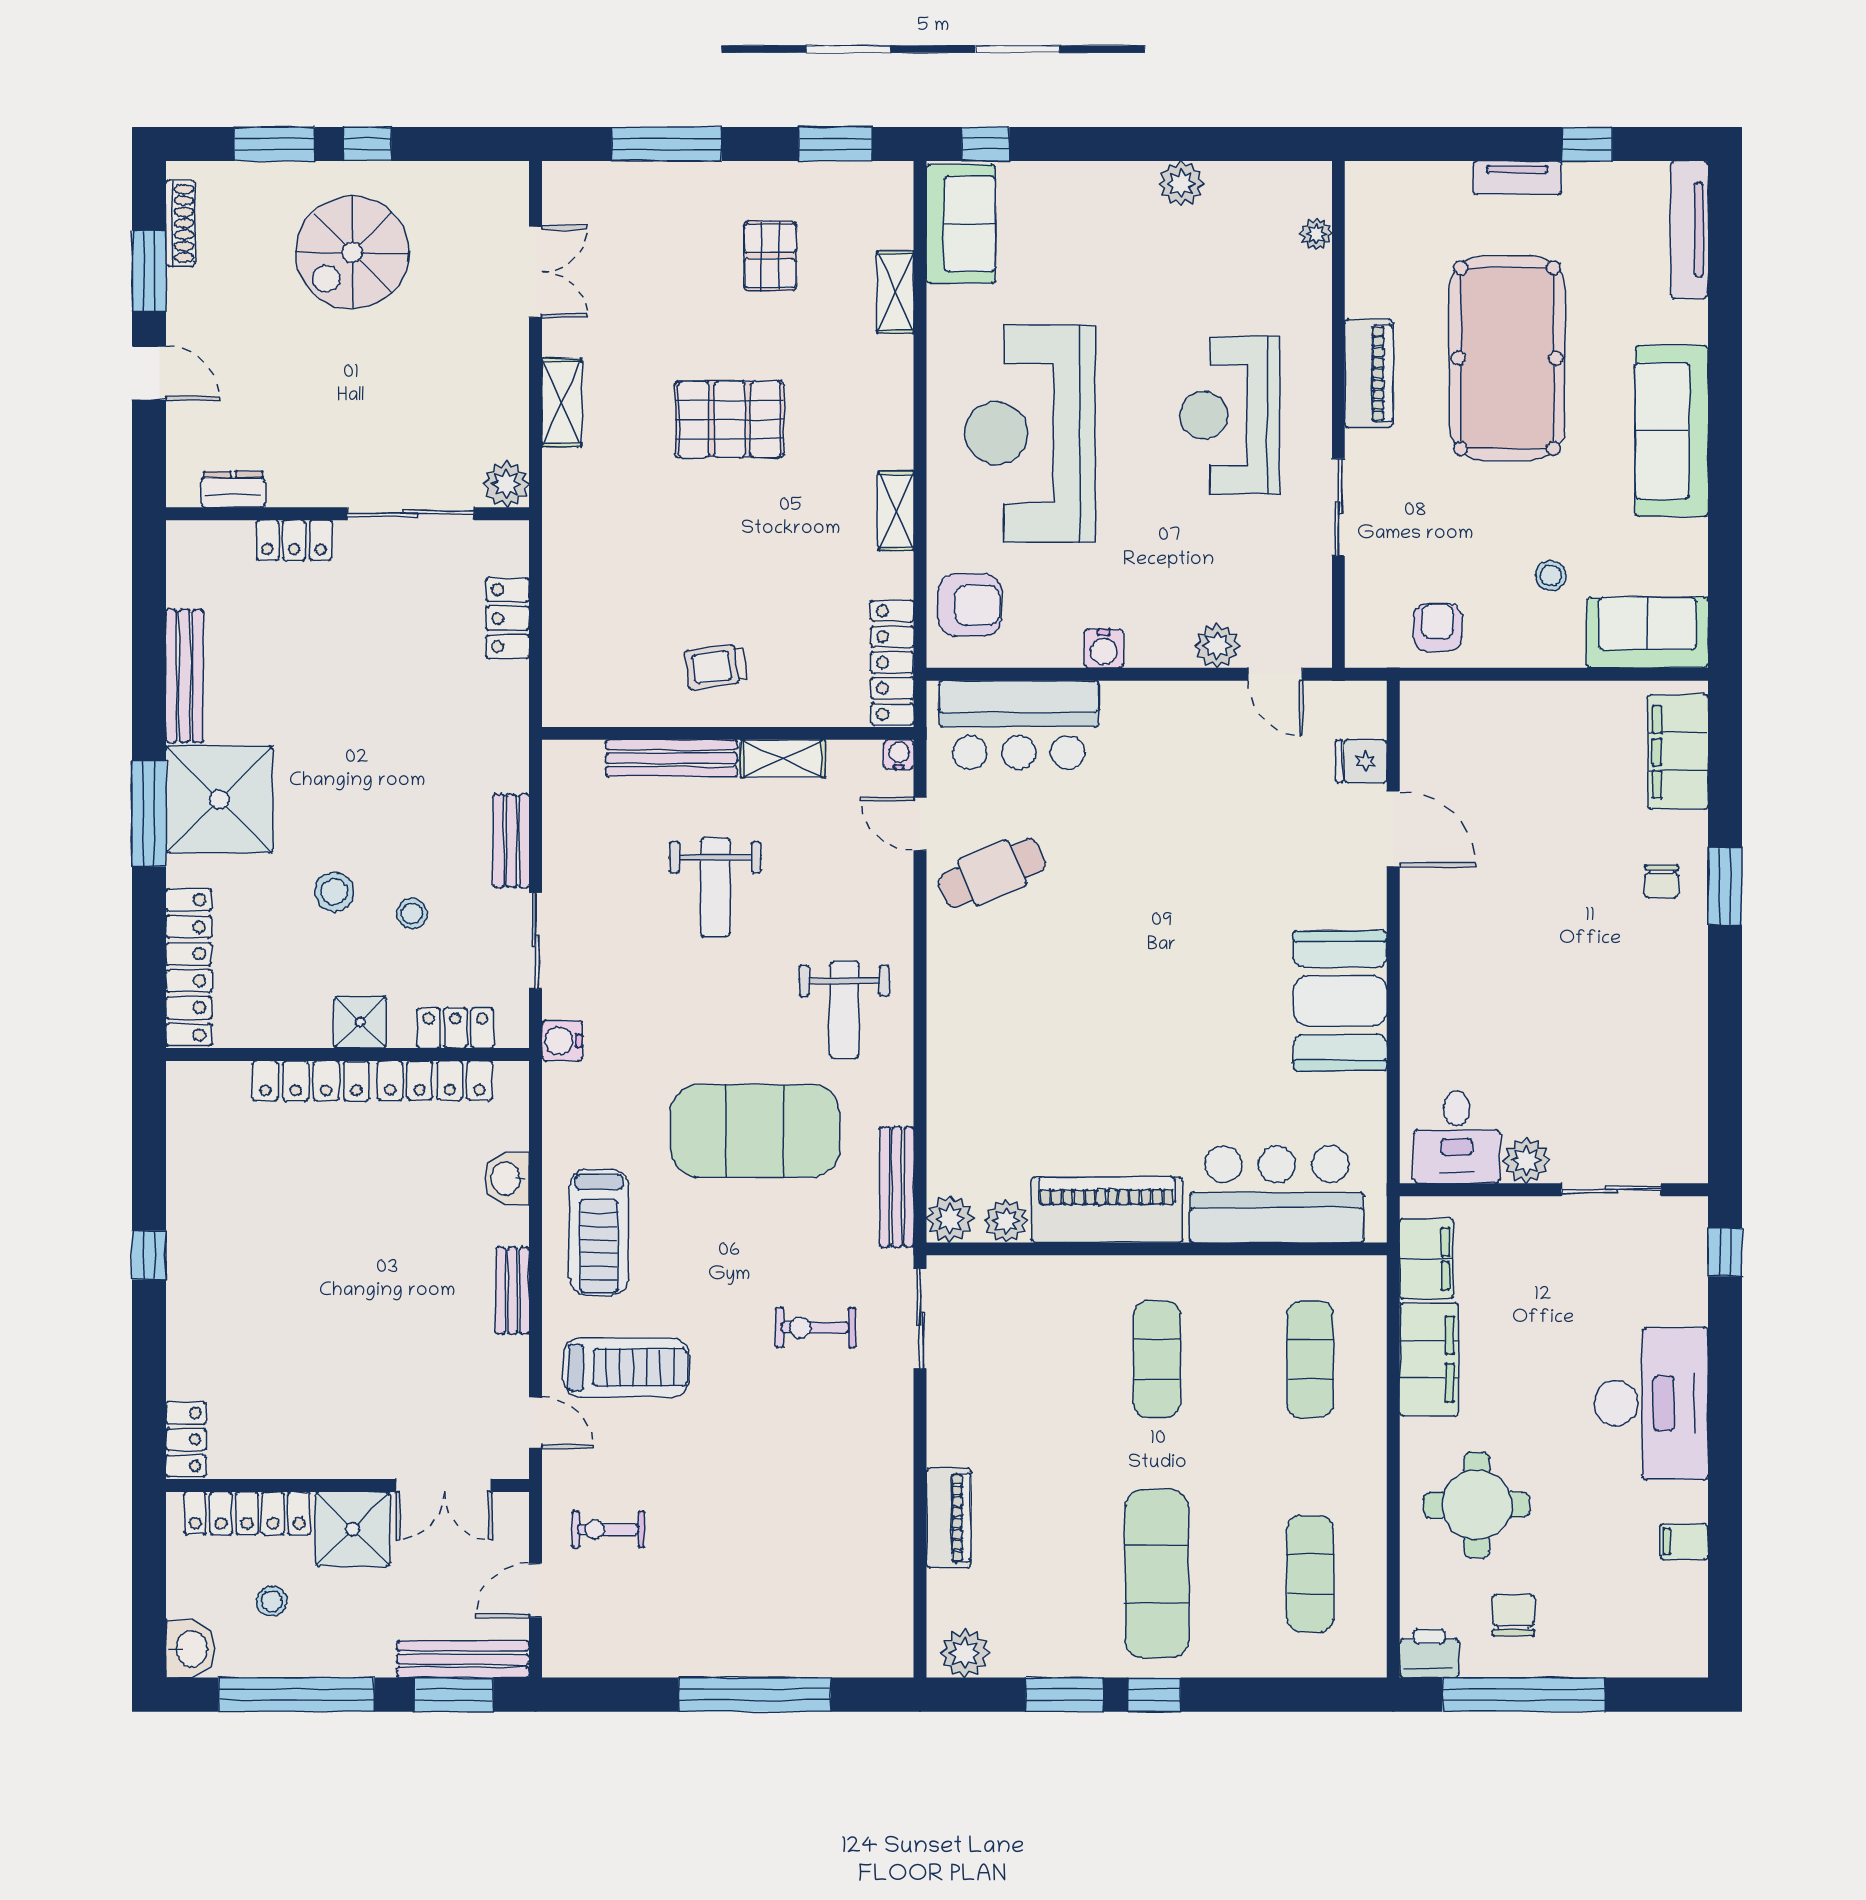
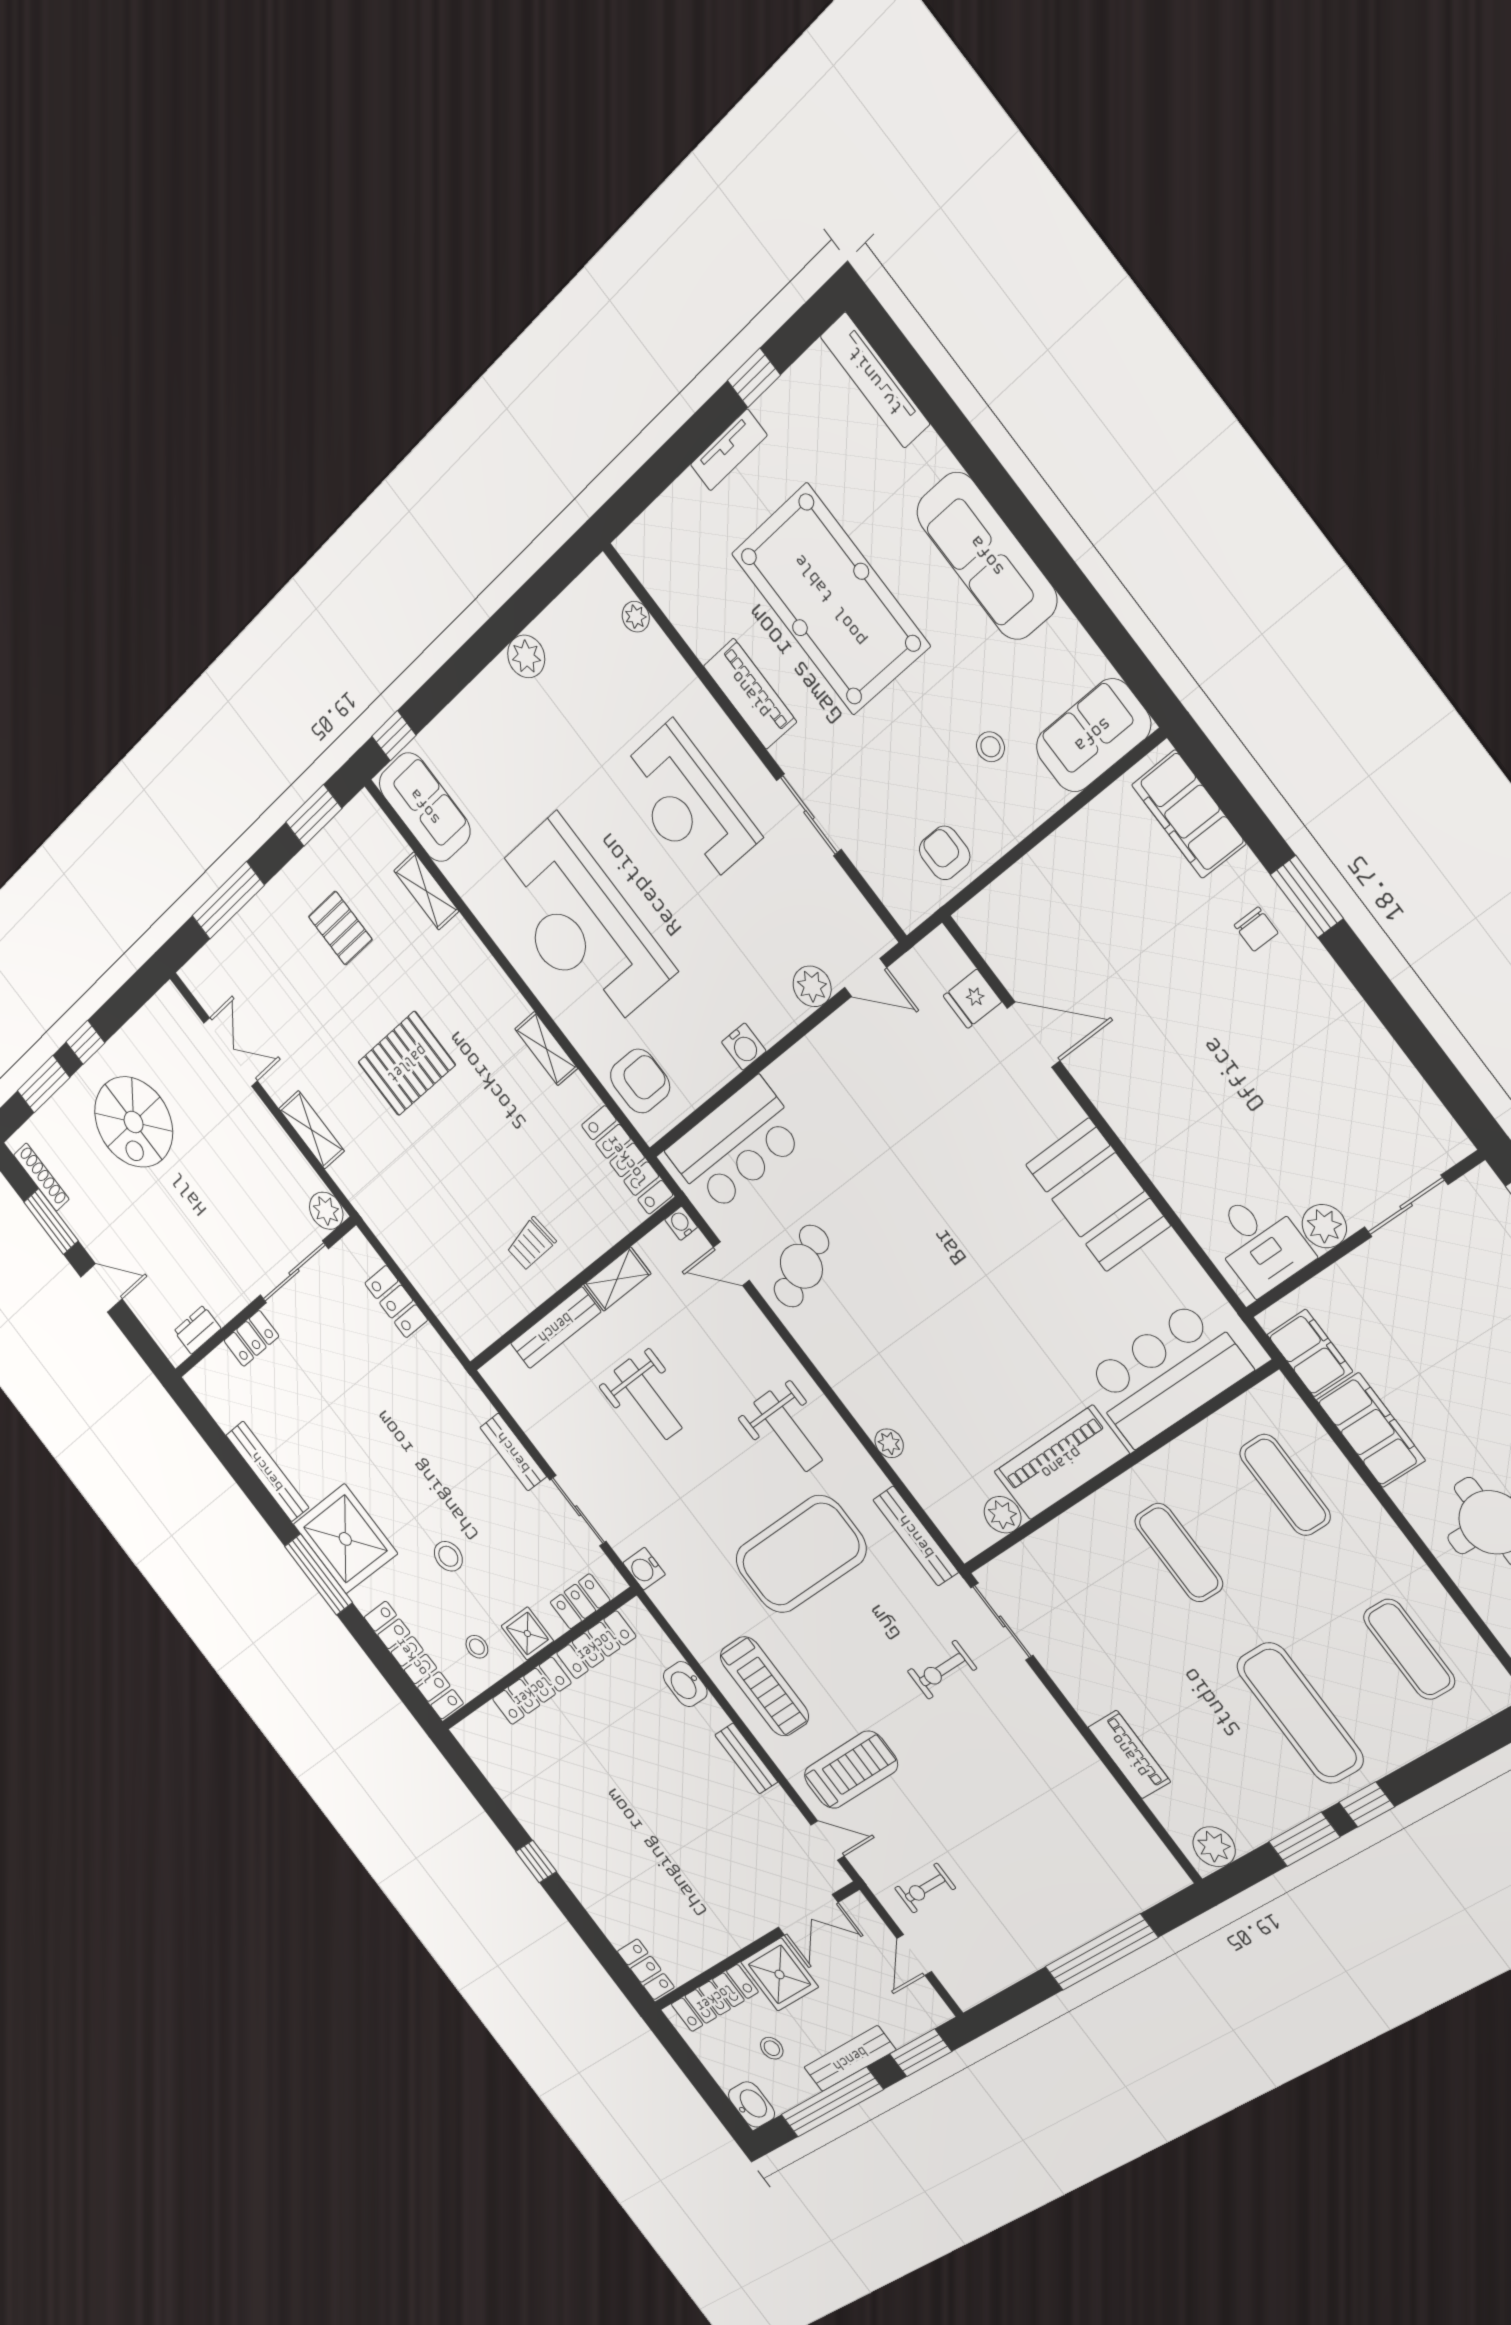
stool: (412, 914) -> (477, 1647), moved
plant: (950, 1219) -> (889, 1443), moved, width x0.73, depth x0.73
bench: (463, 1659) -> (850, 2059), moved

